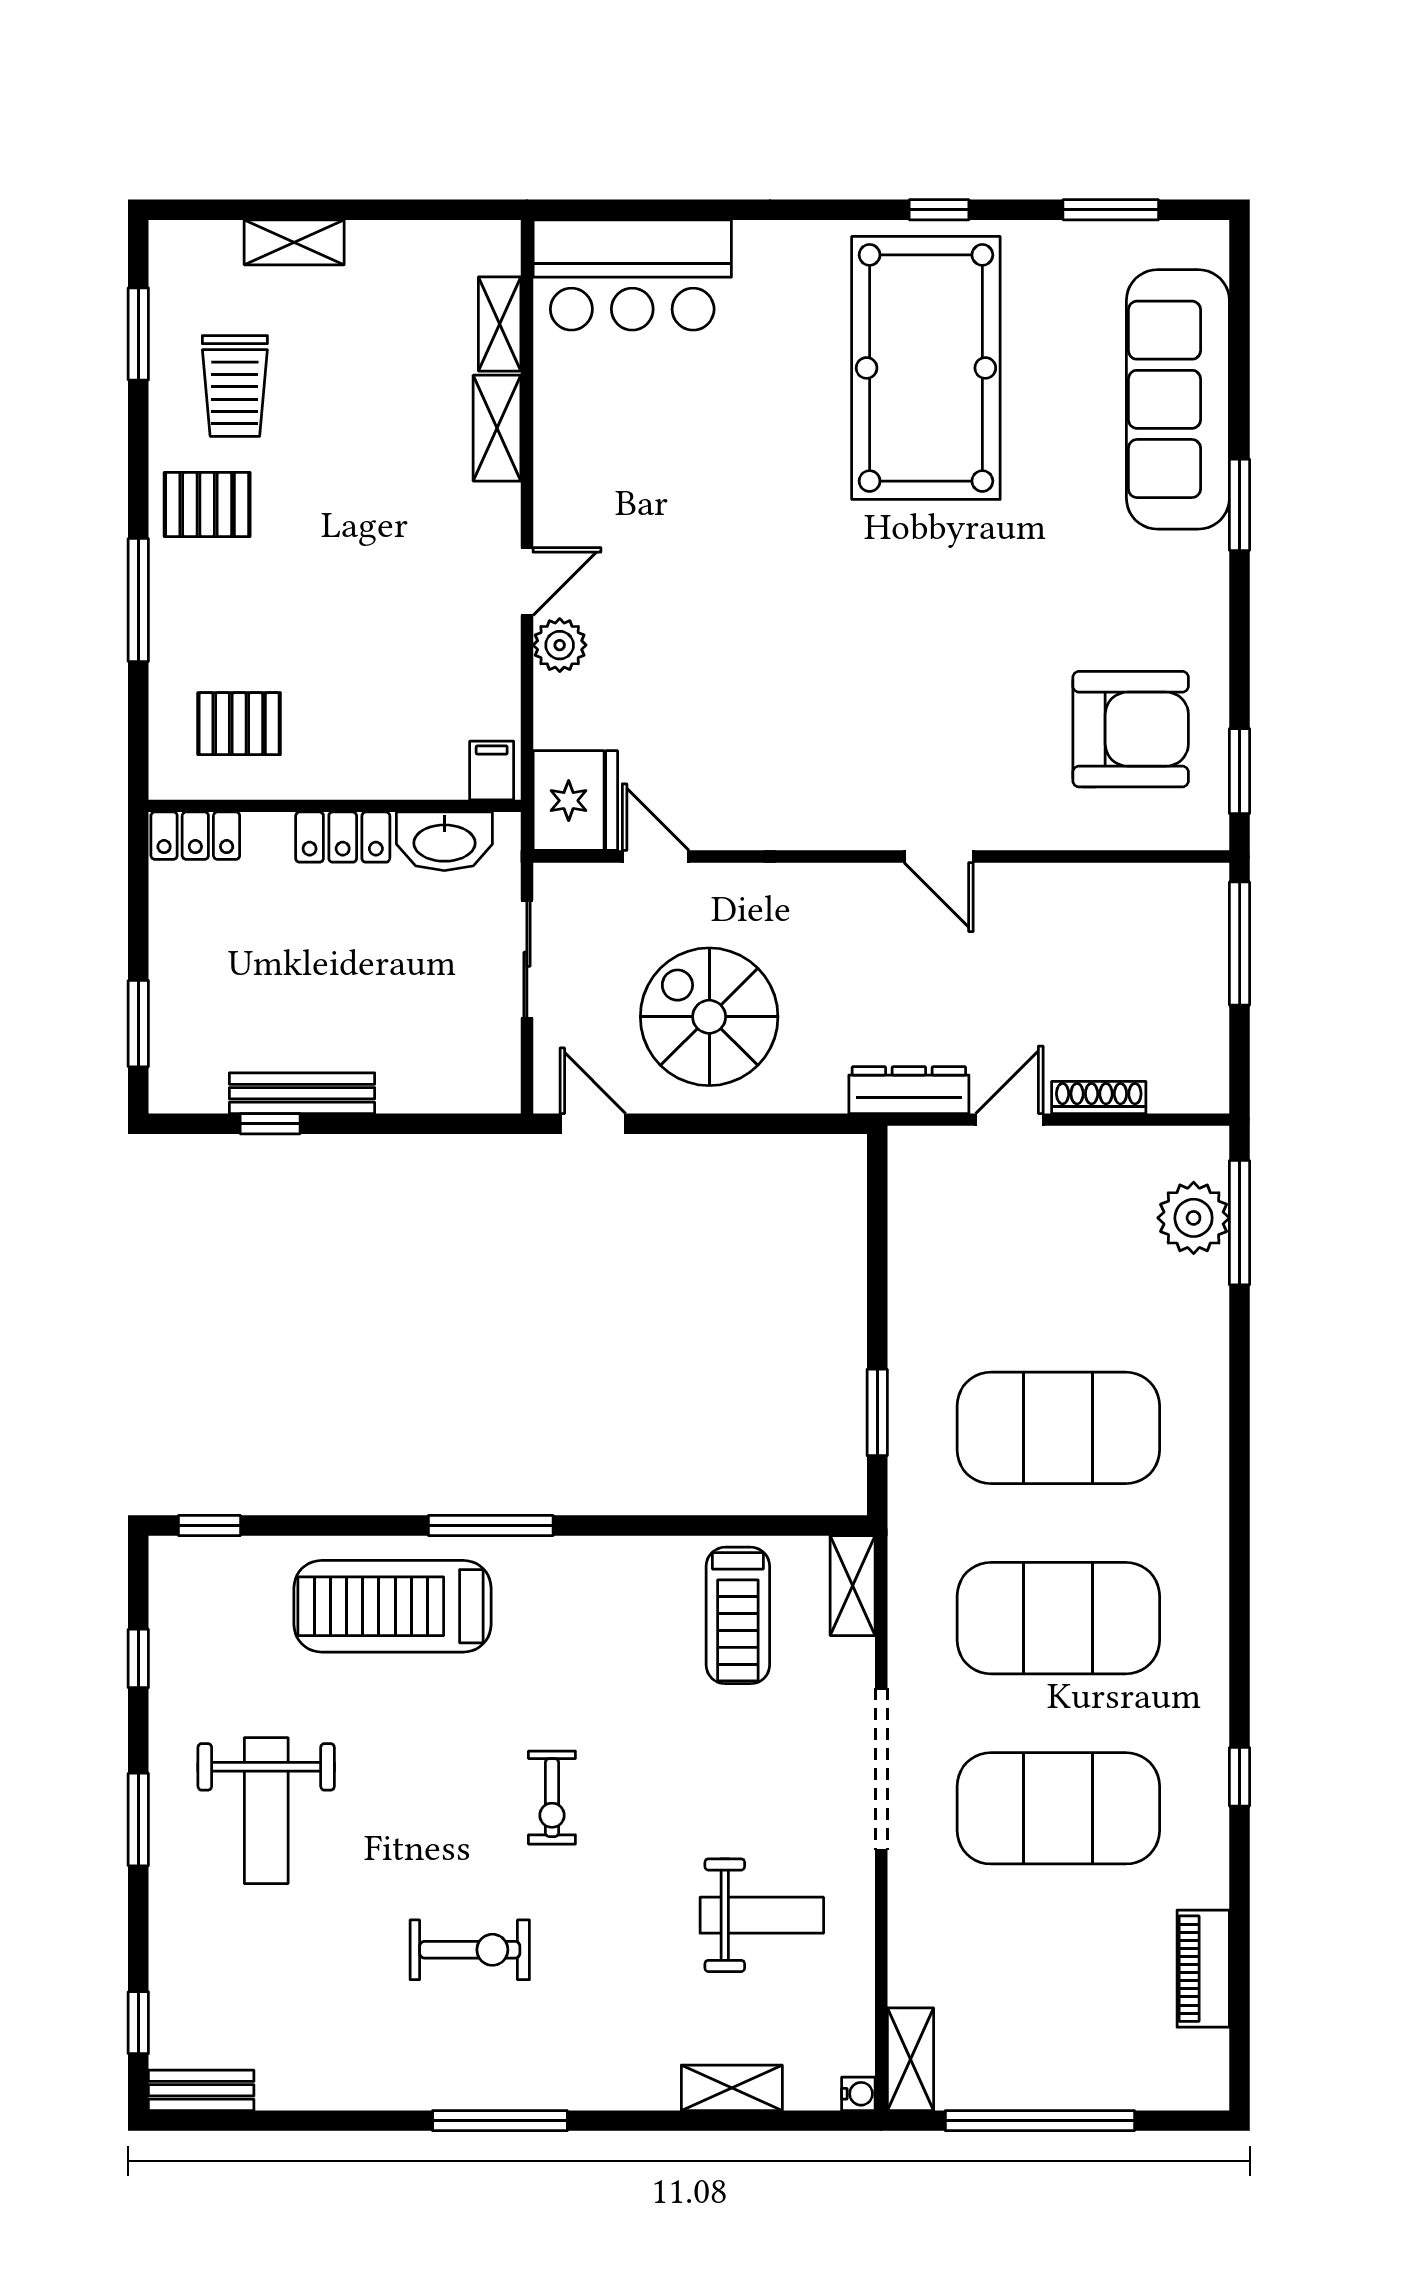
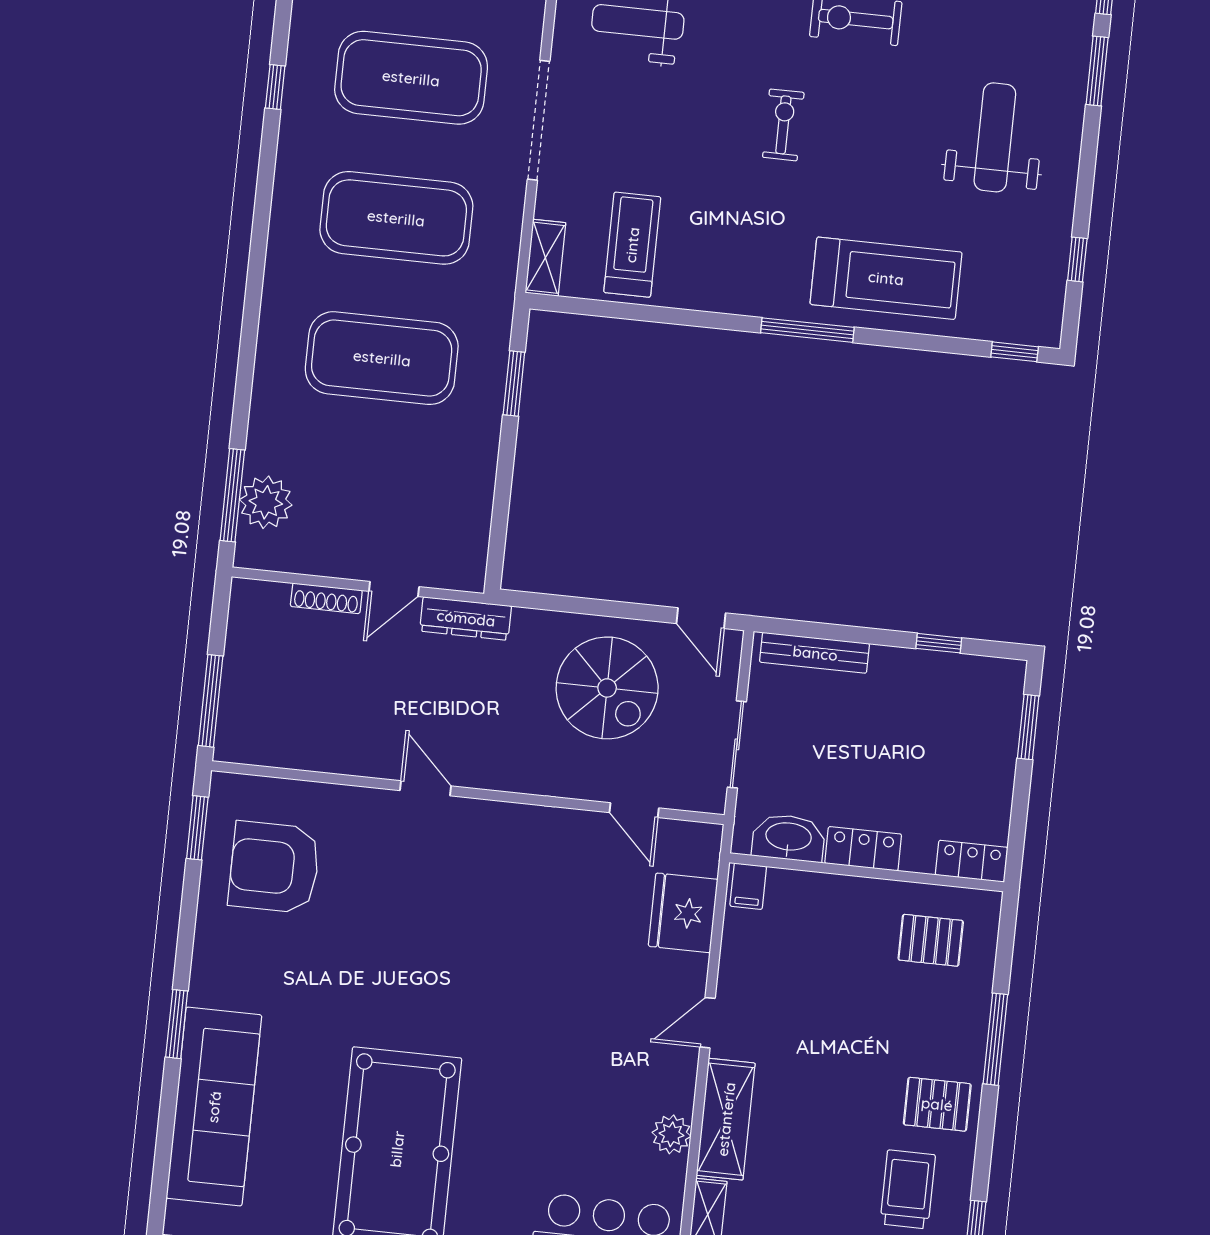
shelving: (497, 428) -> (726, 1119), width x1.50, depth x1.33
plant: (560, 645) -> (672, 1134), moved
fridge: (575, 801) -> (683, 913), moved
bench: (302, 1093) -> (815, 653), moved
window: (138, 1819) -> (1097, 71), moved

